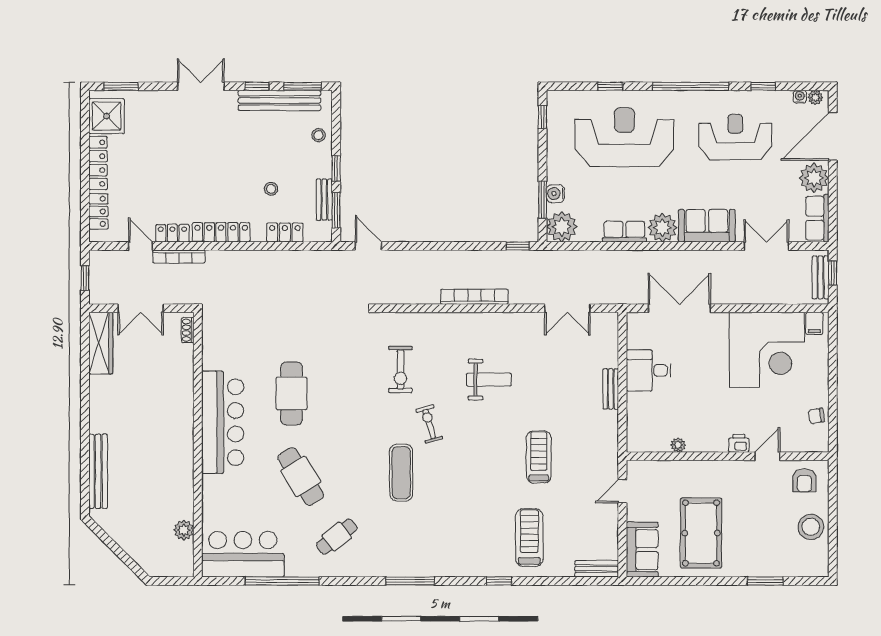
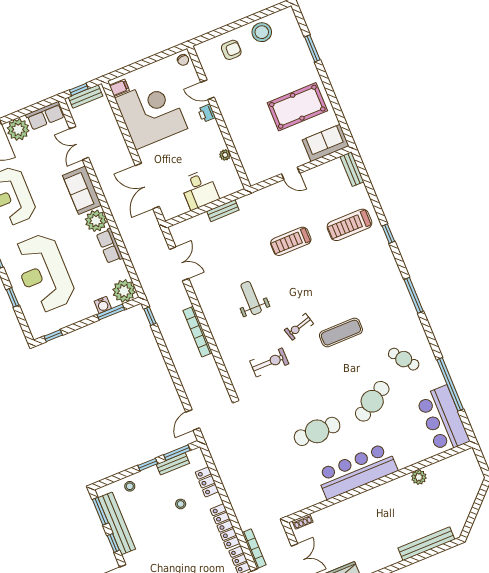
printer: (739, 443) -> (207, 113), moved
plant: (678, 445) -> (225, 155), moved
wall: (728, 456) -> (219, 117), moved
door: (767, 456) -> (207, 90), moved
plant: (184, 530) -> (419, 477), moved

